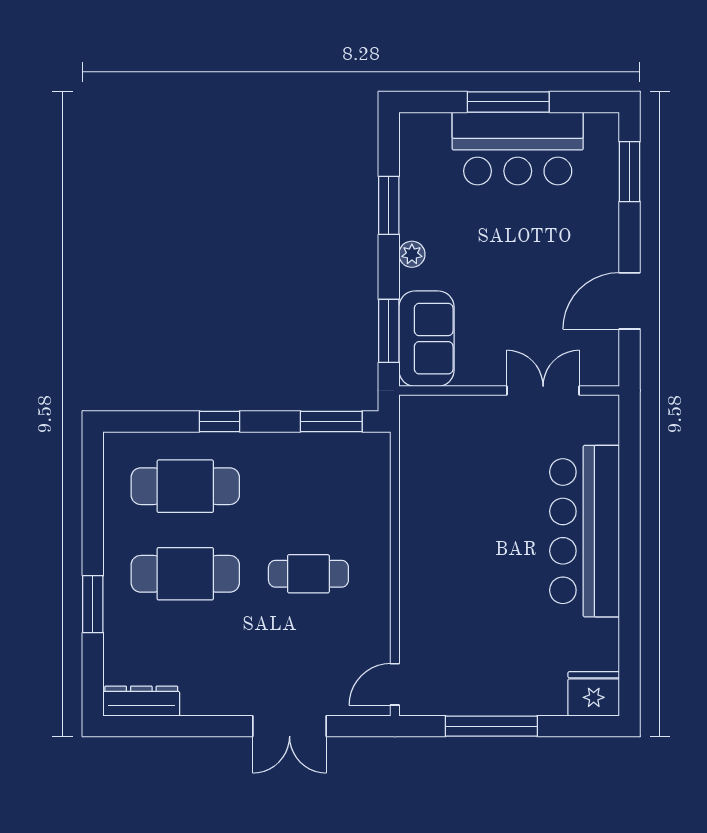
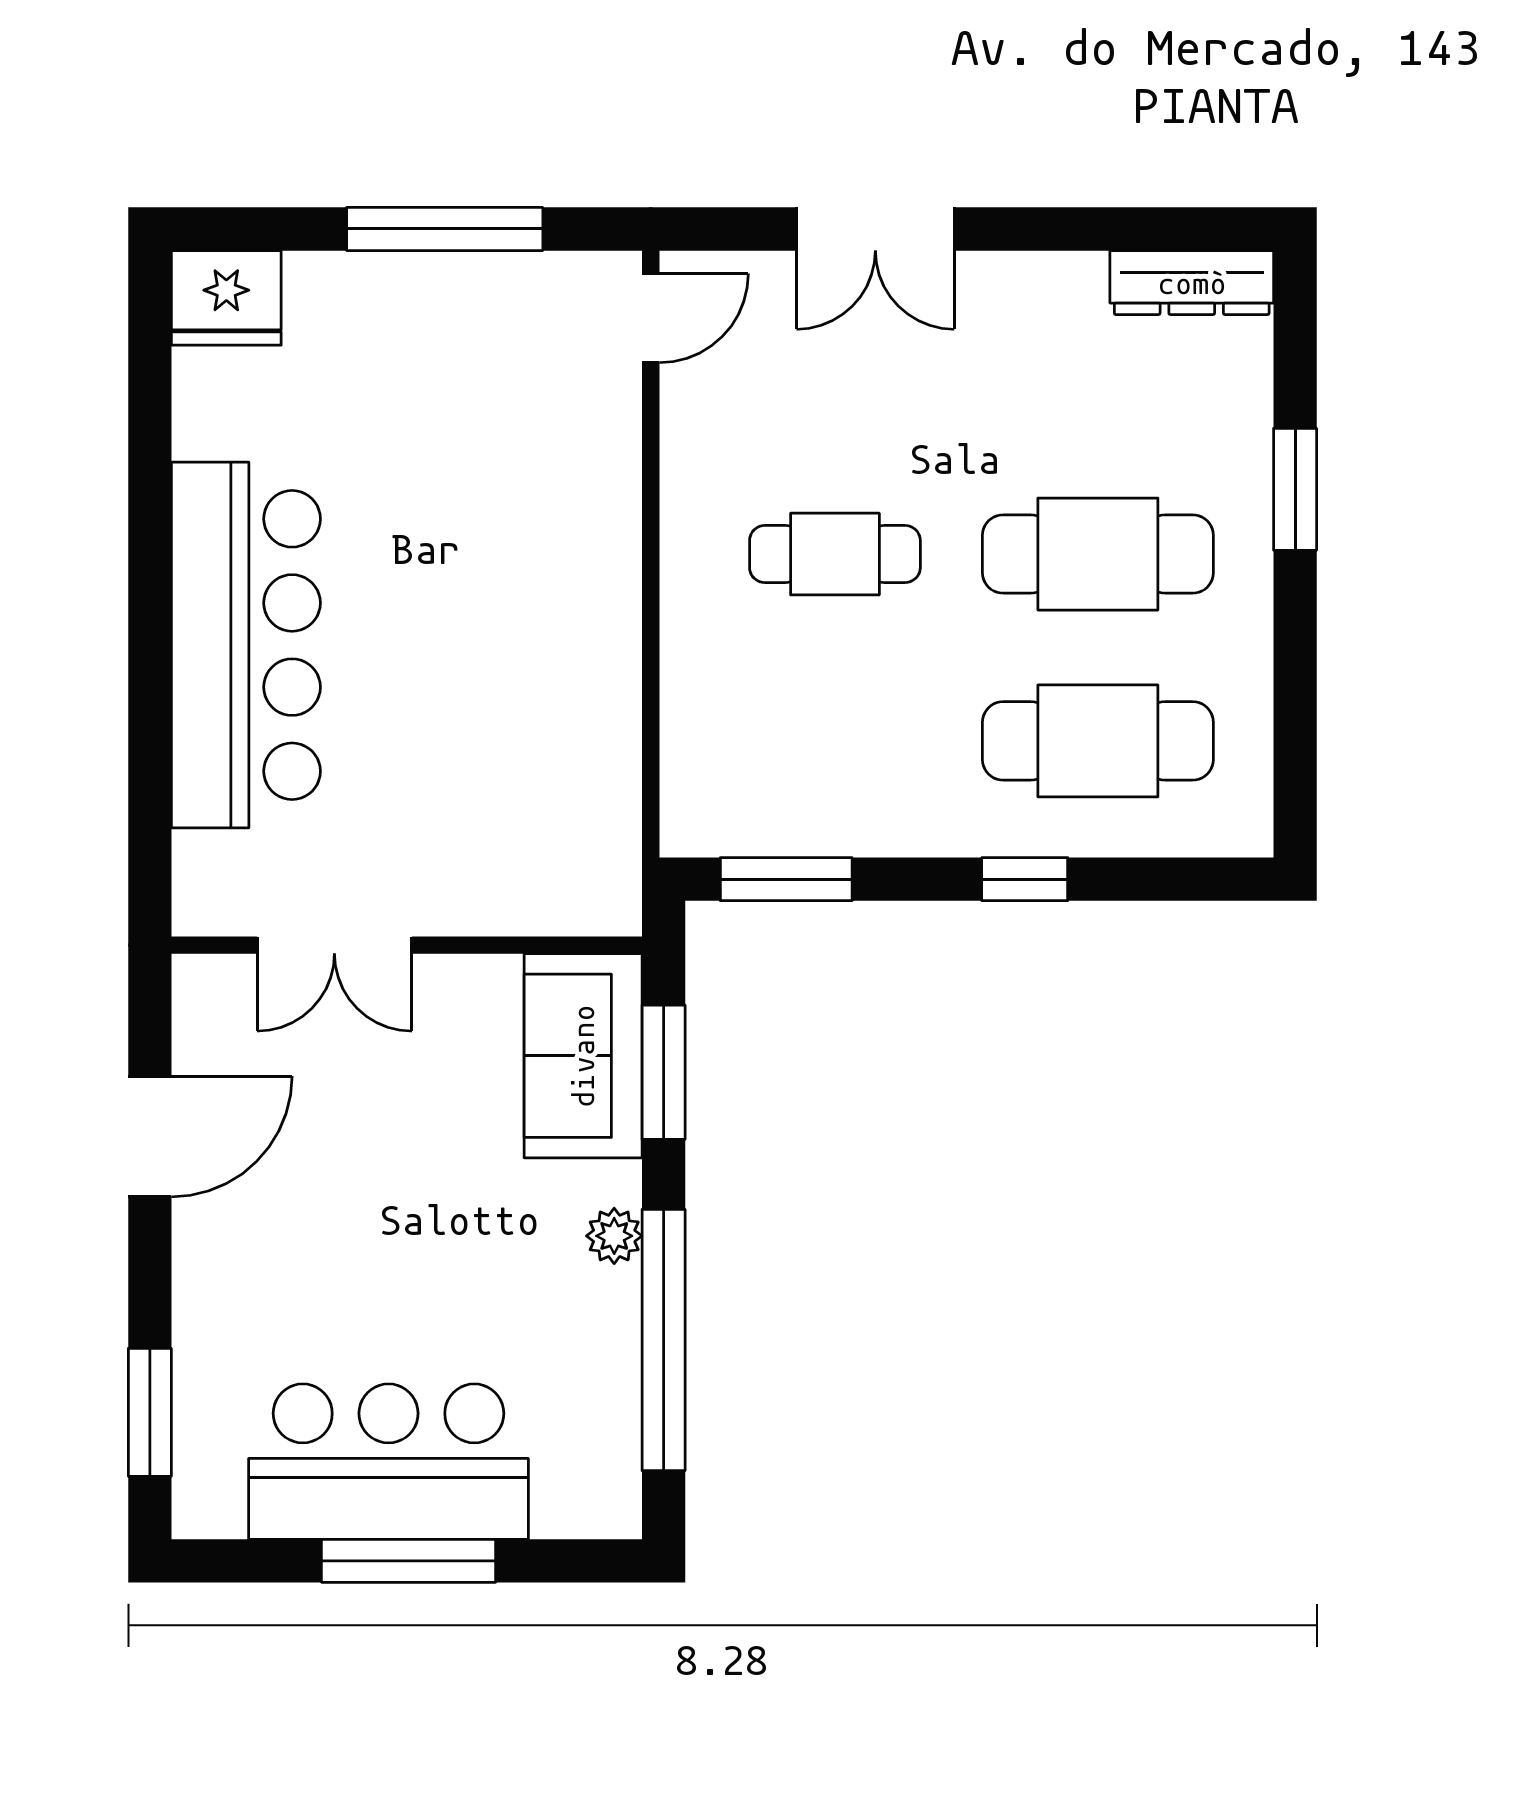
window: (389, 205) -> (664, 1340), width x2.11
double door: (290, 726) -> (875, 229), swing flipped

